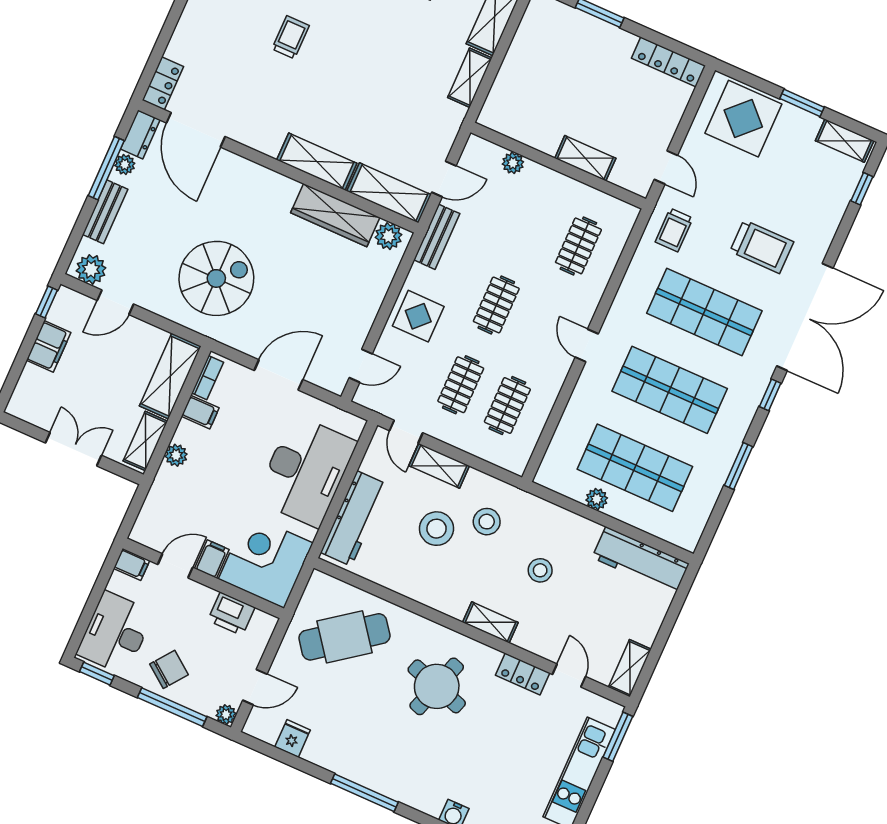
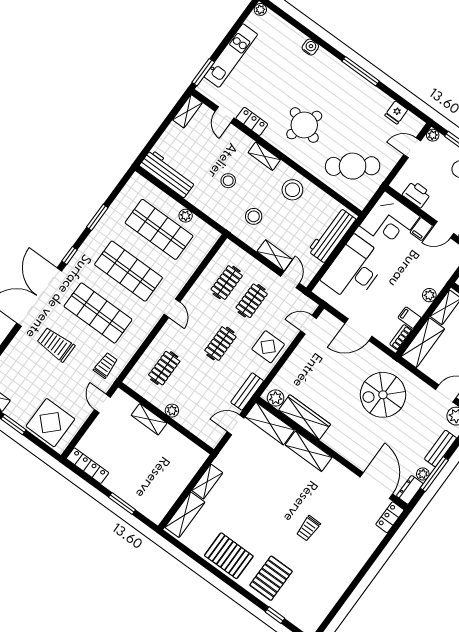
plant: (513, 163) -> (172, 411), moved
stool: (437, 529) -> (292, 190), moved

